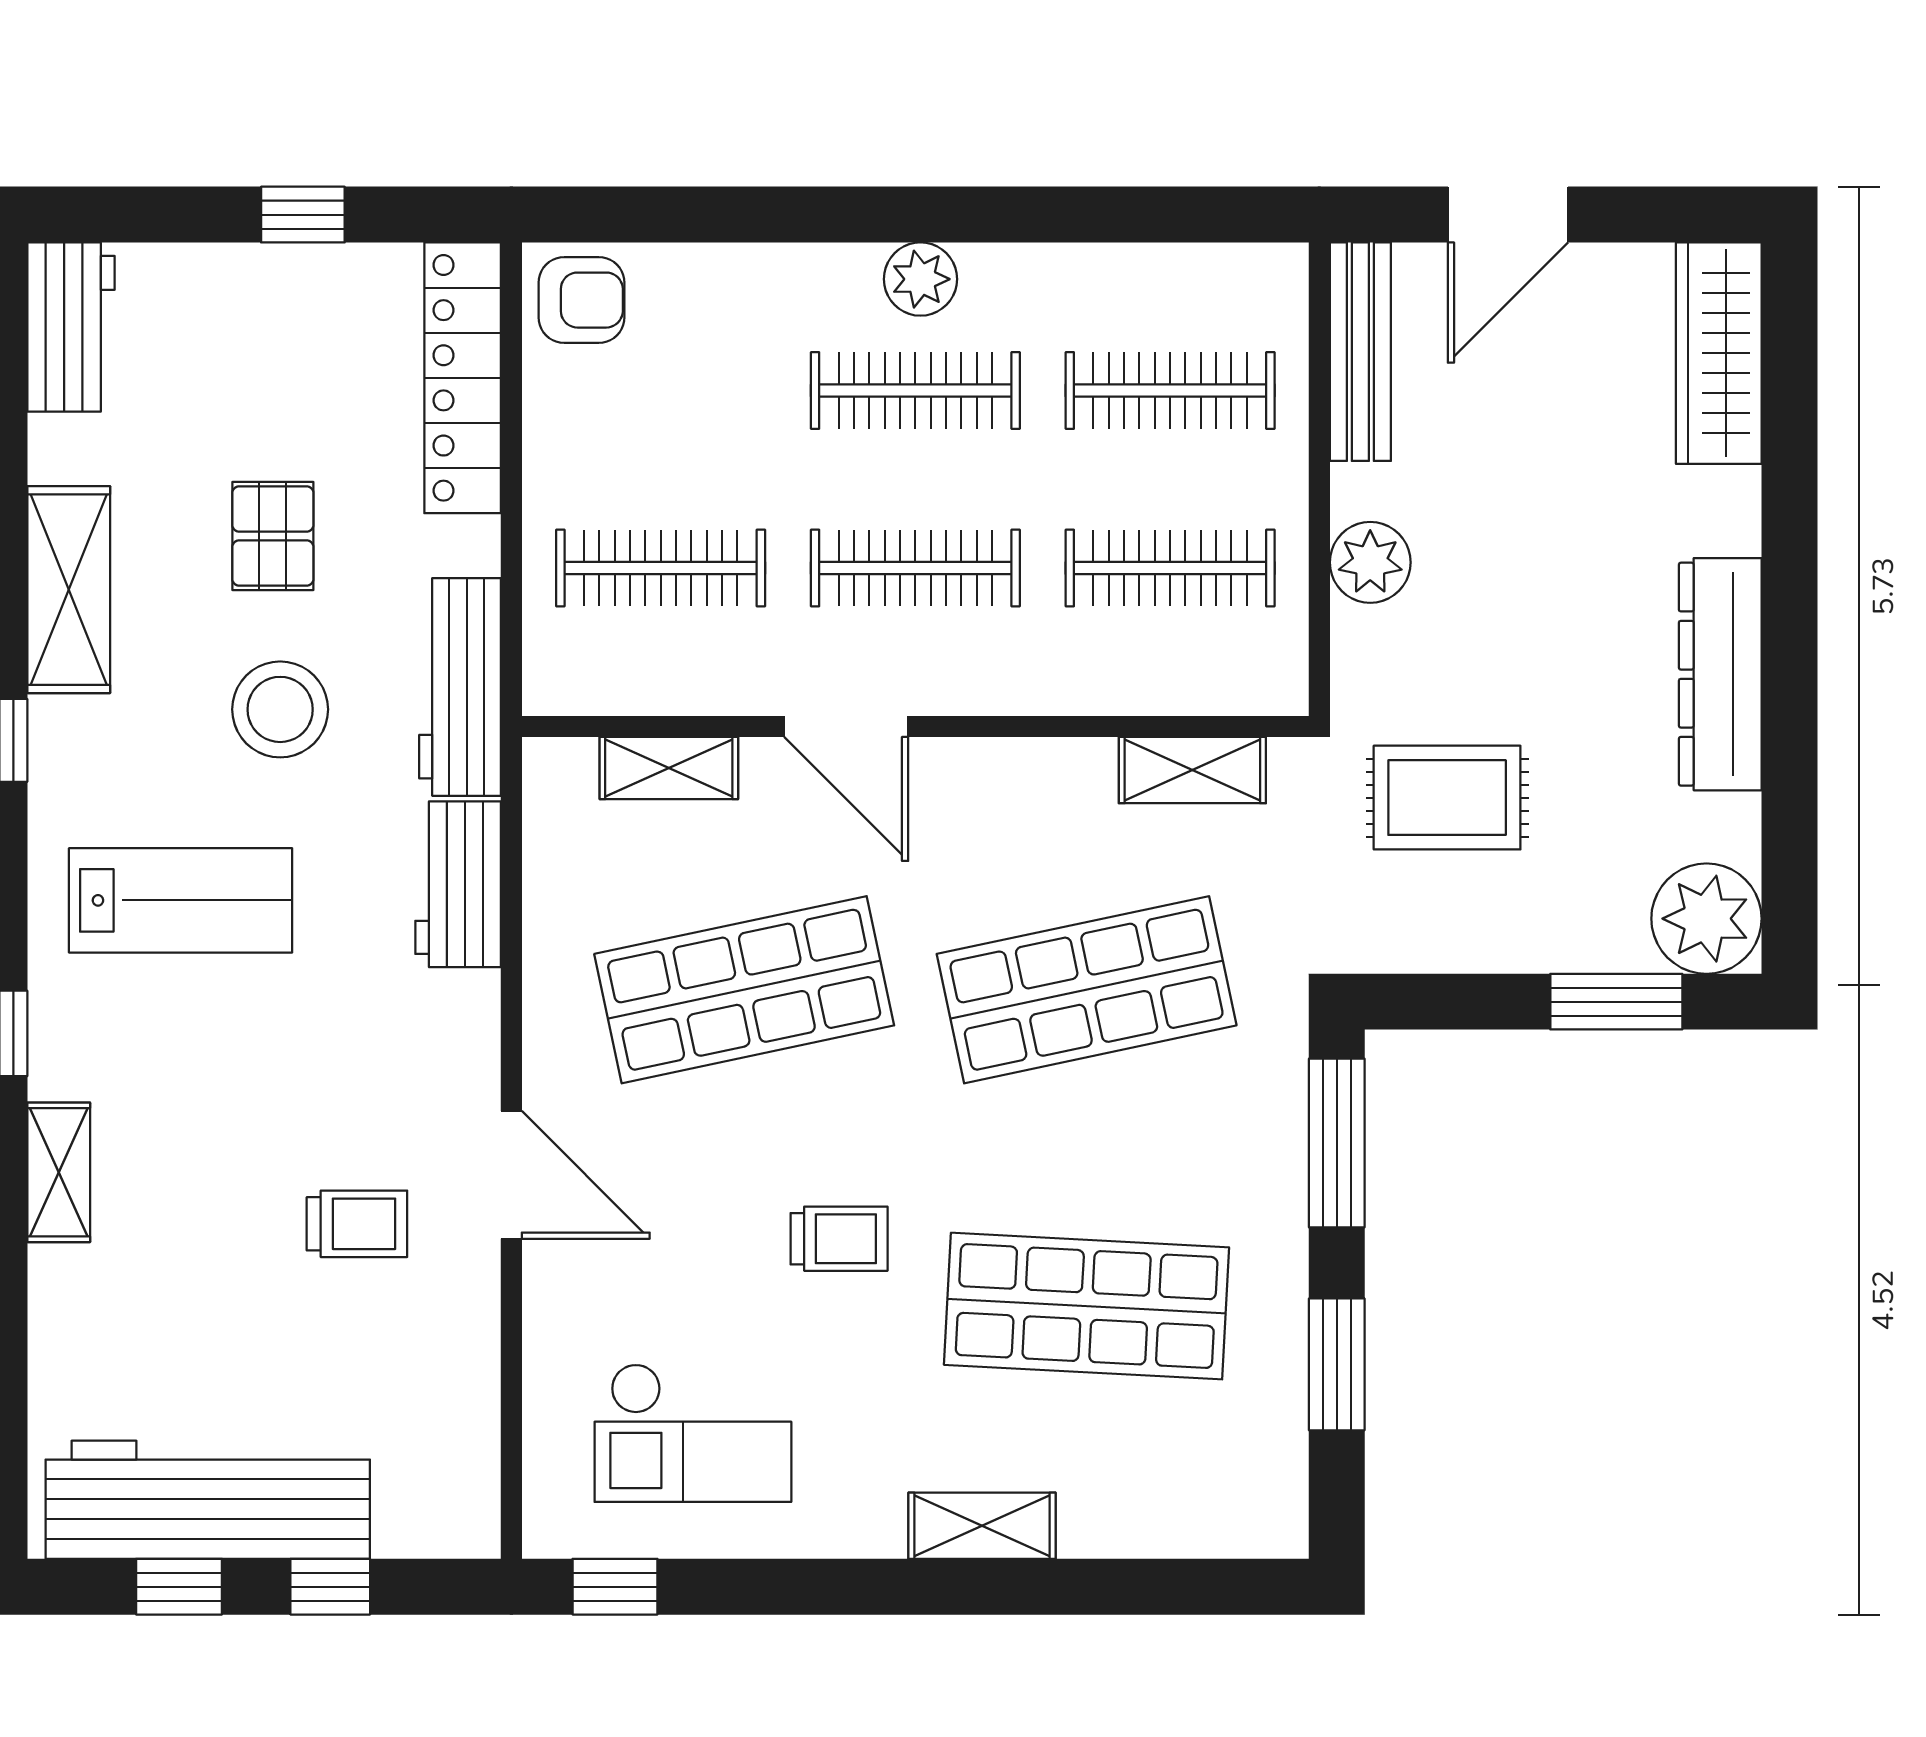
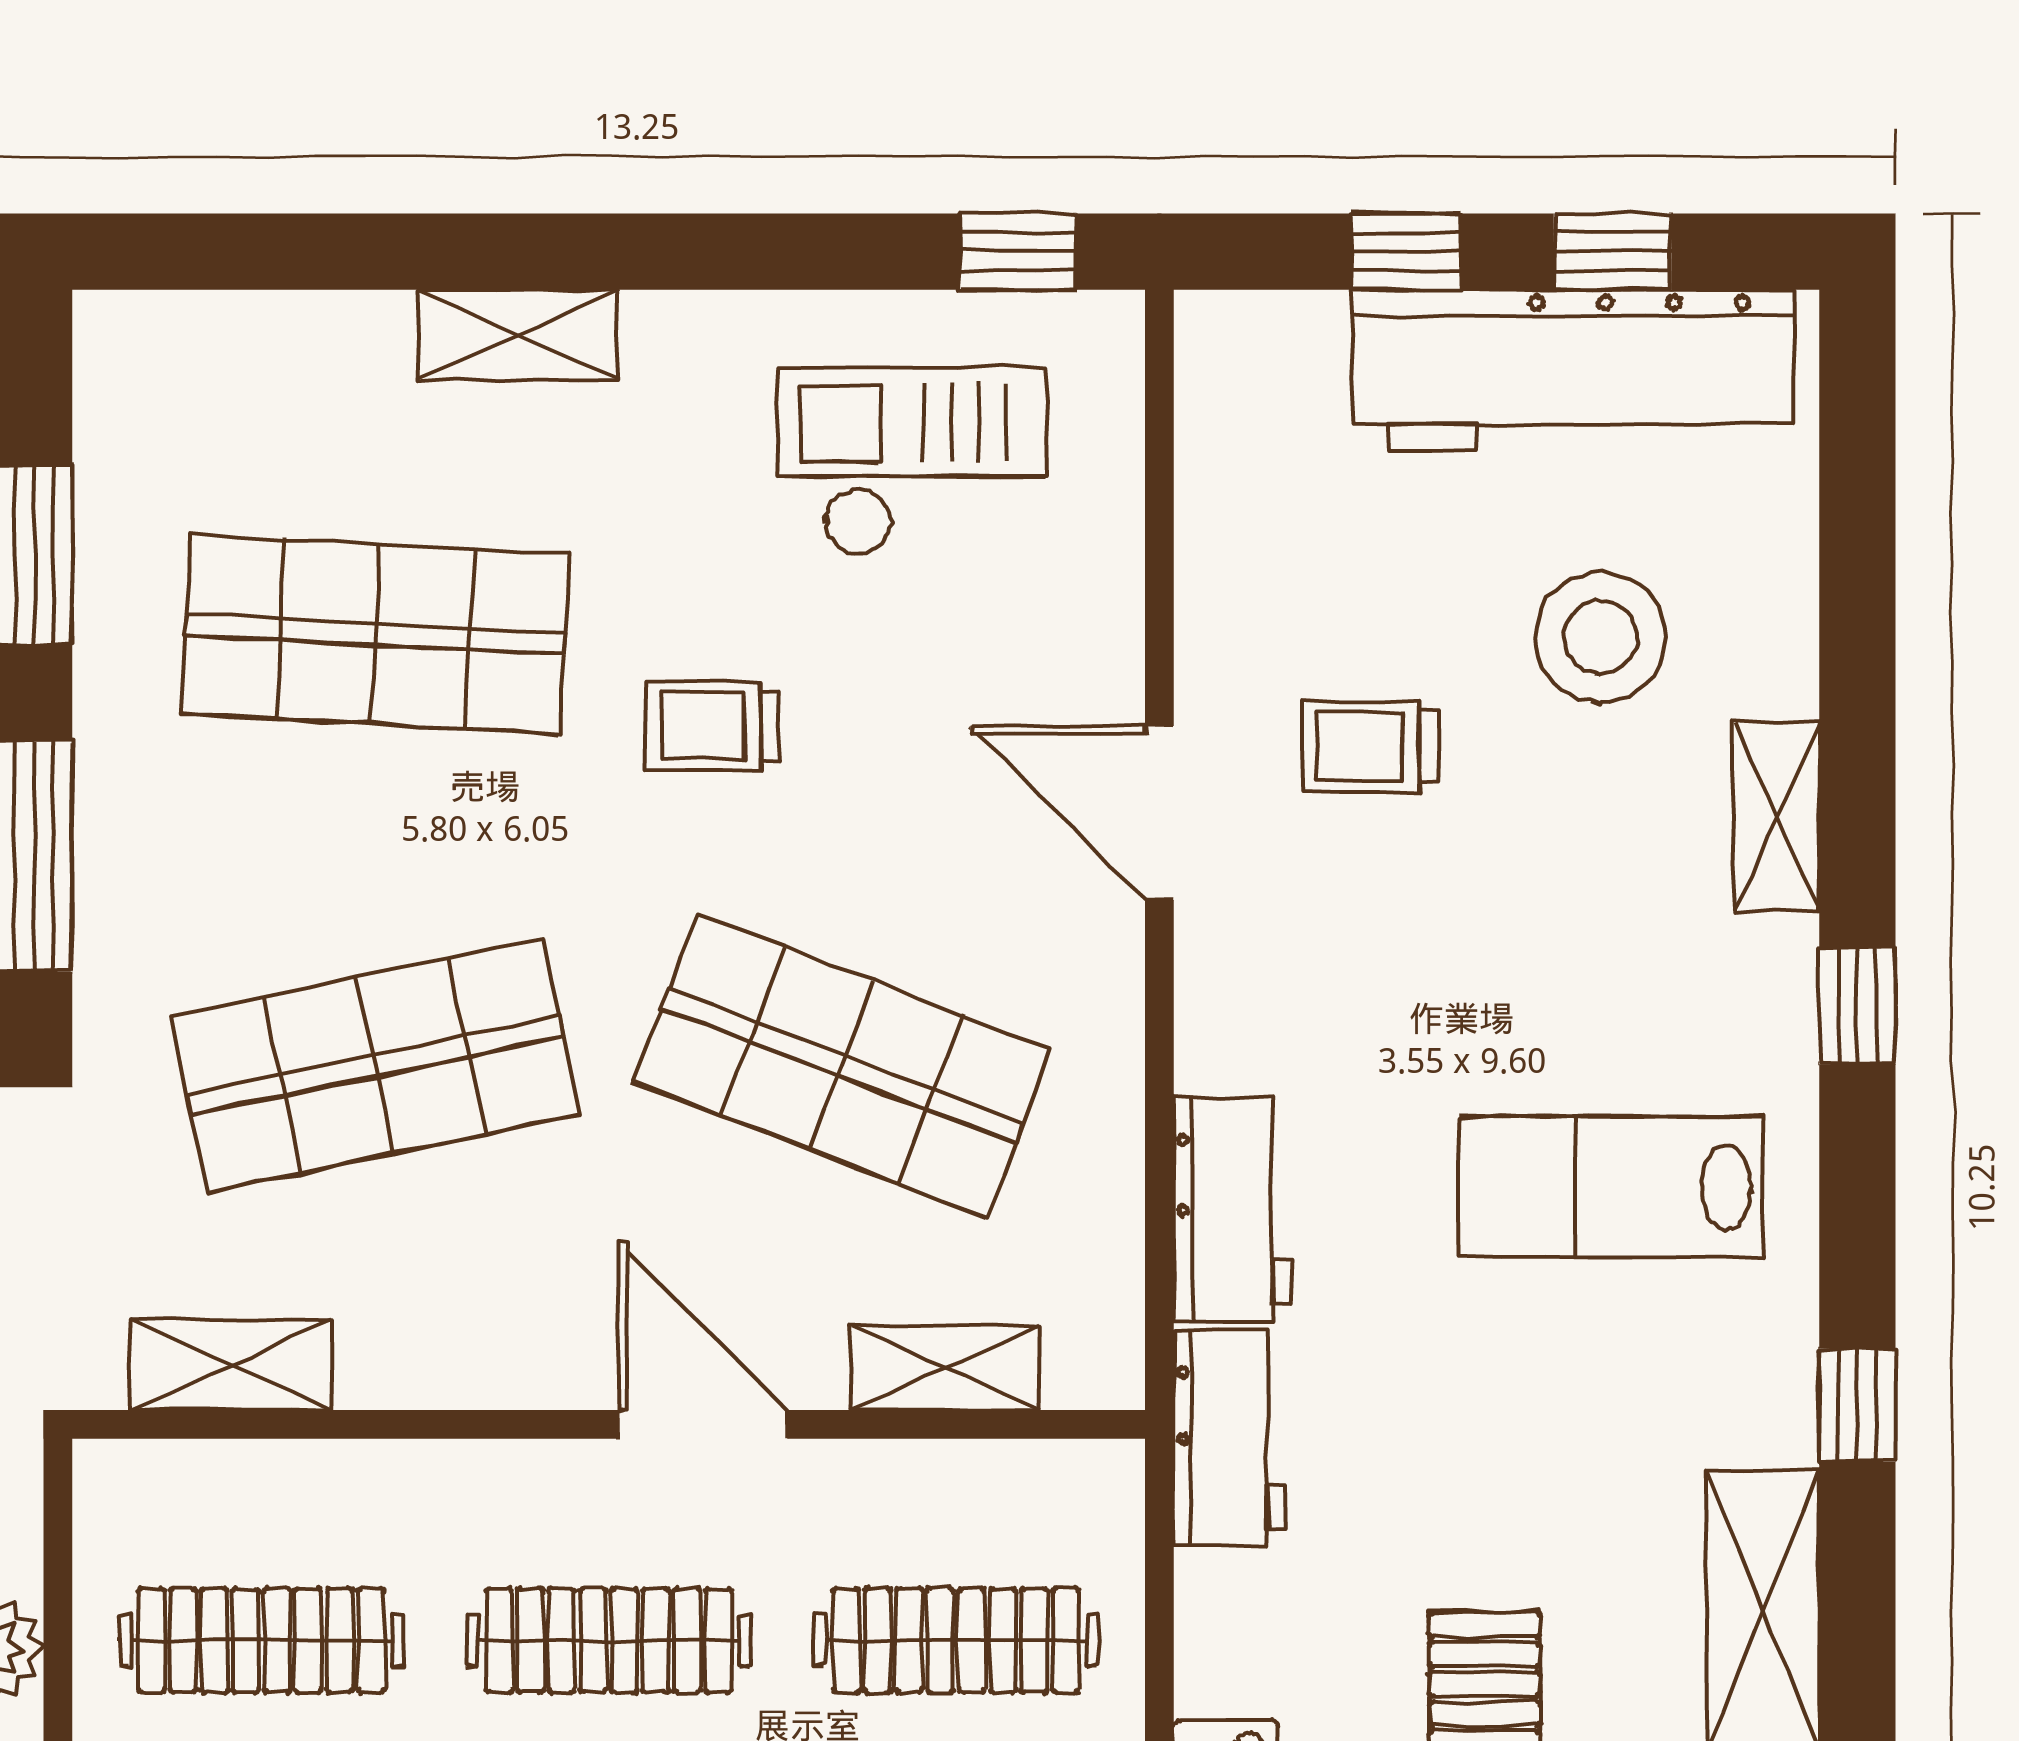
workbench: (460, 687) -> (1229, 1438), width x0.73
stool: (280, 709) -> (1601, 637), moved
shop shelf: (744, 990) -> (842, 1066), turned 33

